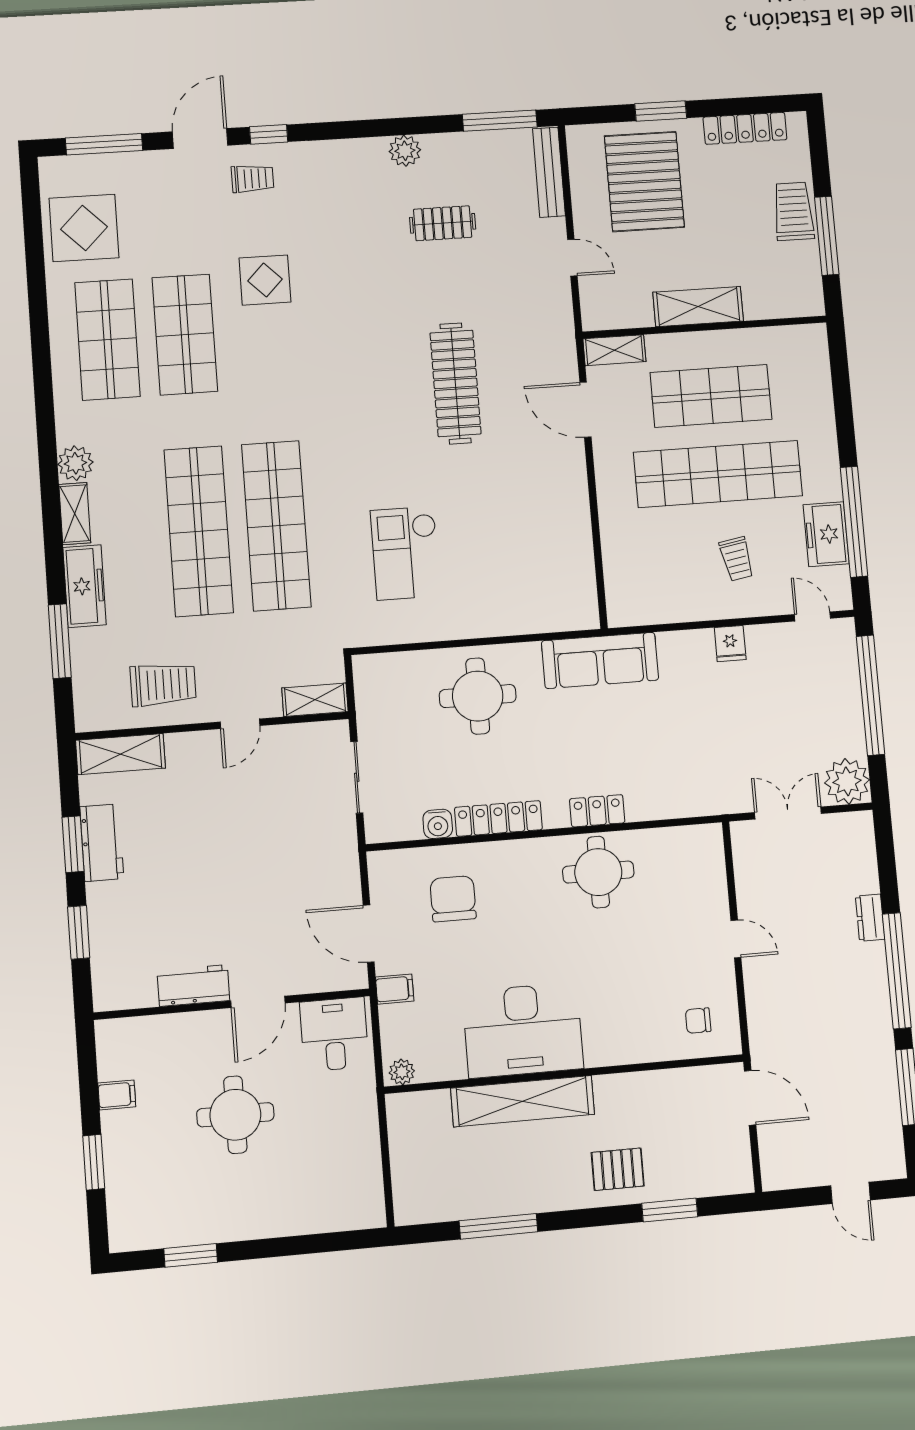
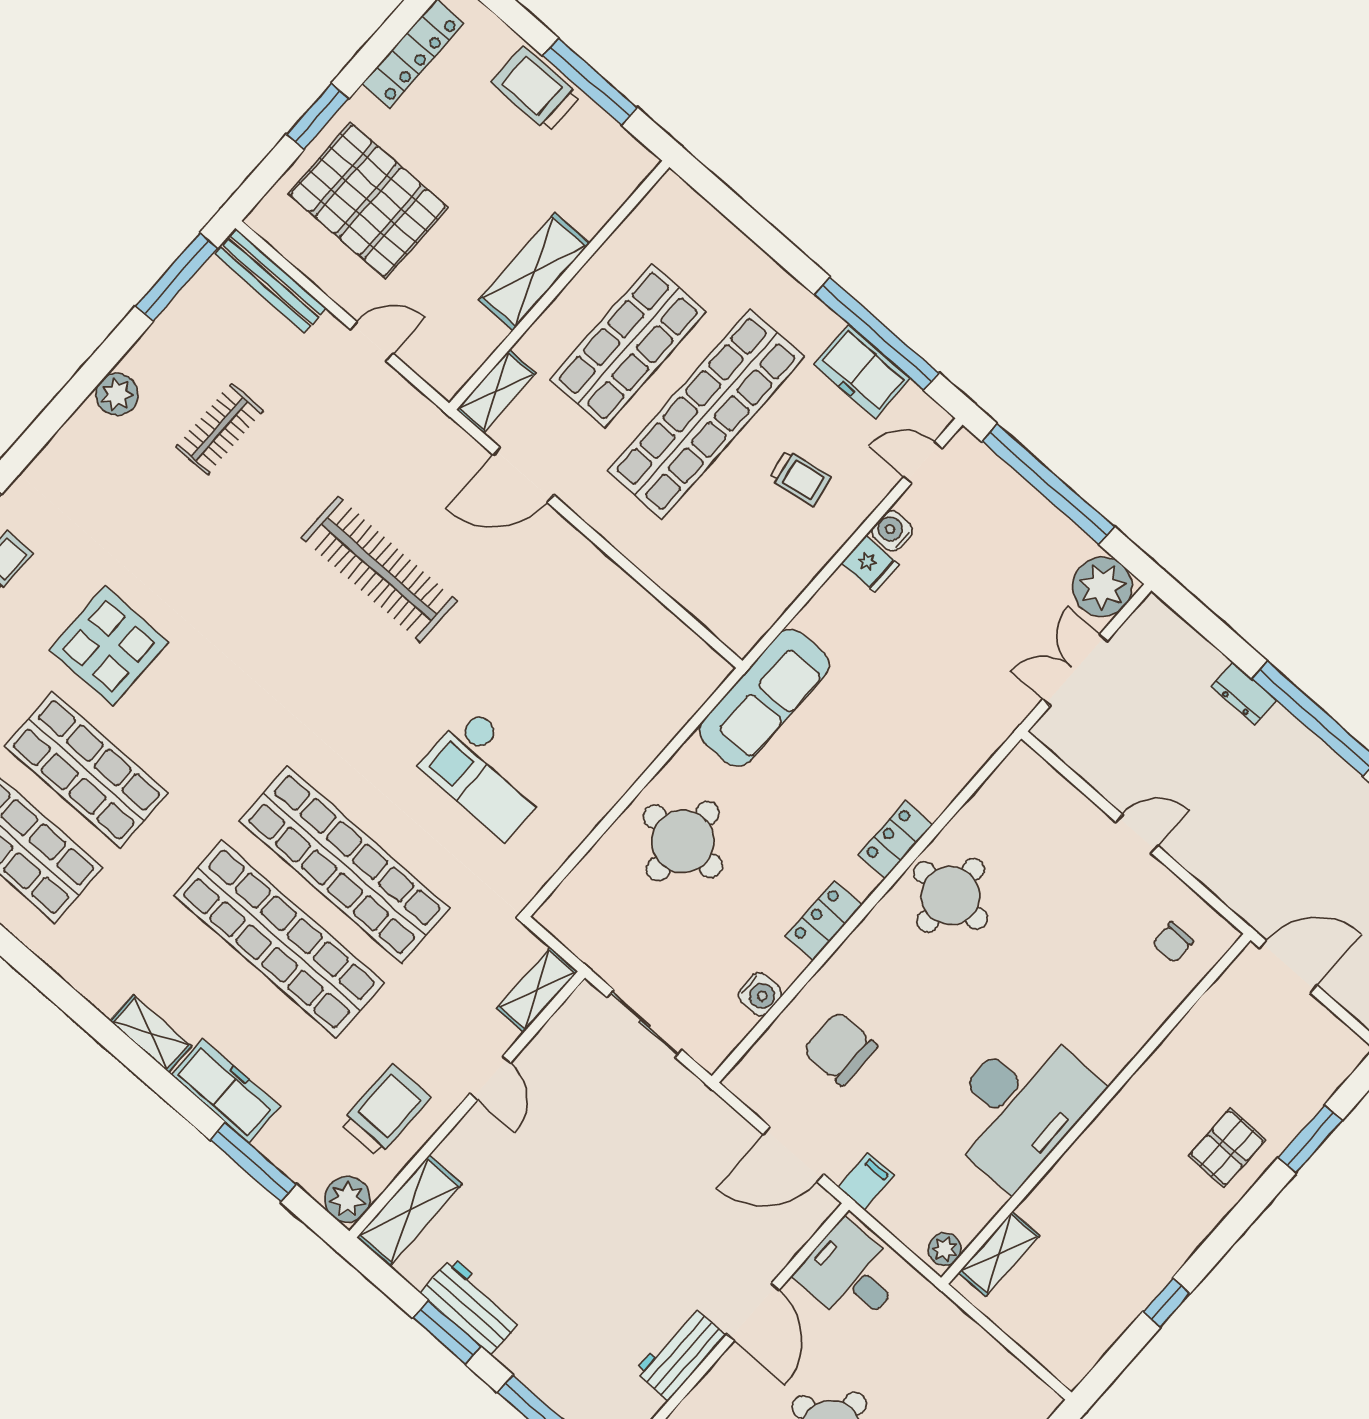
display table: (265, 280) -> (109, 646), width x1.36, depth x1.36
plant: (75, 463) -> (347, 1199), moved
water cooler: (760, 637) -> (892, 531), added
locker: (498, 818) -> (824, 920), width x0.66
shelving: (523, 1101) -> (999, 1254), moved, width x0.45, depth x0.75
window: (498, 1226) -> (1166, 1303), width x0.46

